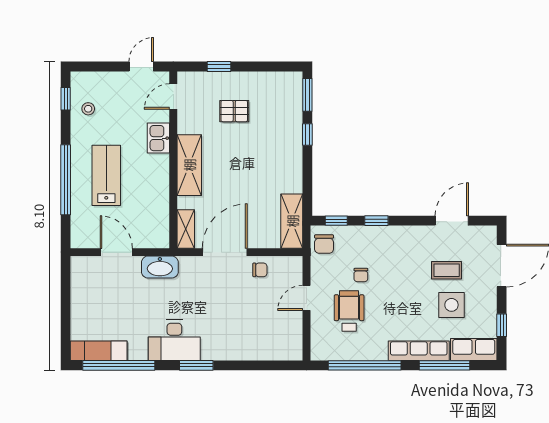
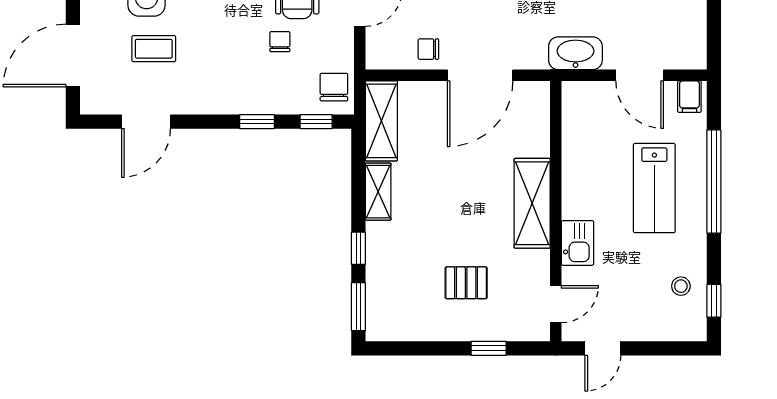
shelving: (186, 229) -> (378, 192), moved
filing cabinet: (82, 238) -> (689, 97), added

